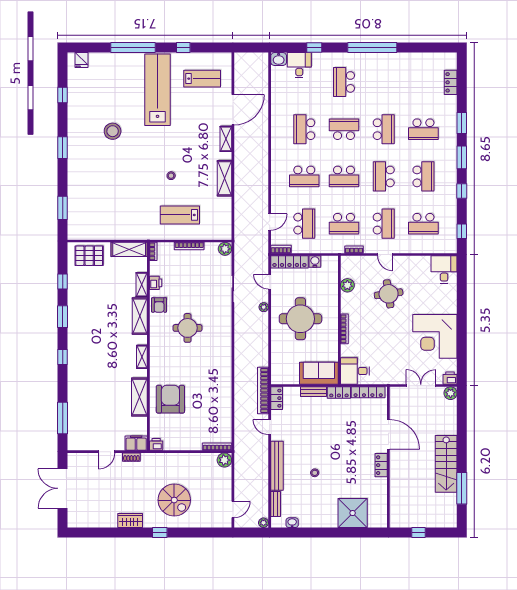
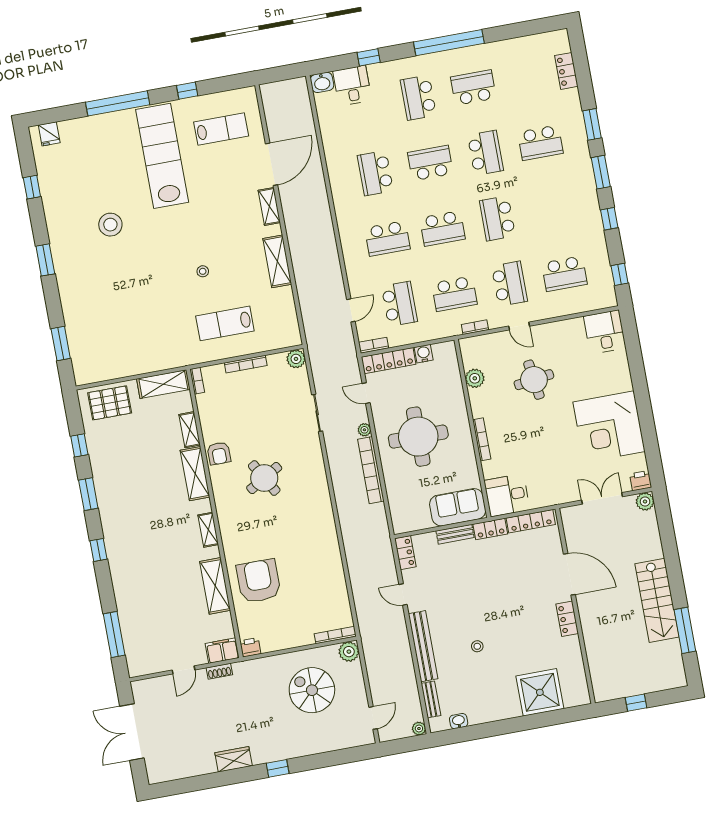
school desk: (423, 176) -> (473, 87), moved, turned -90
printer: (156, 283) -> (209, 424), removed
round table: (188, 328) -> (264, 478), turned -30
bookcase: (263, 390) -> (371, 470), moved
spiral stairs: (174, 500) -> (312, 690), moved, turned 180

